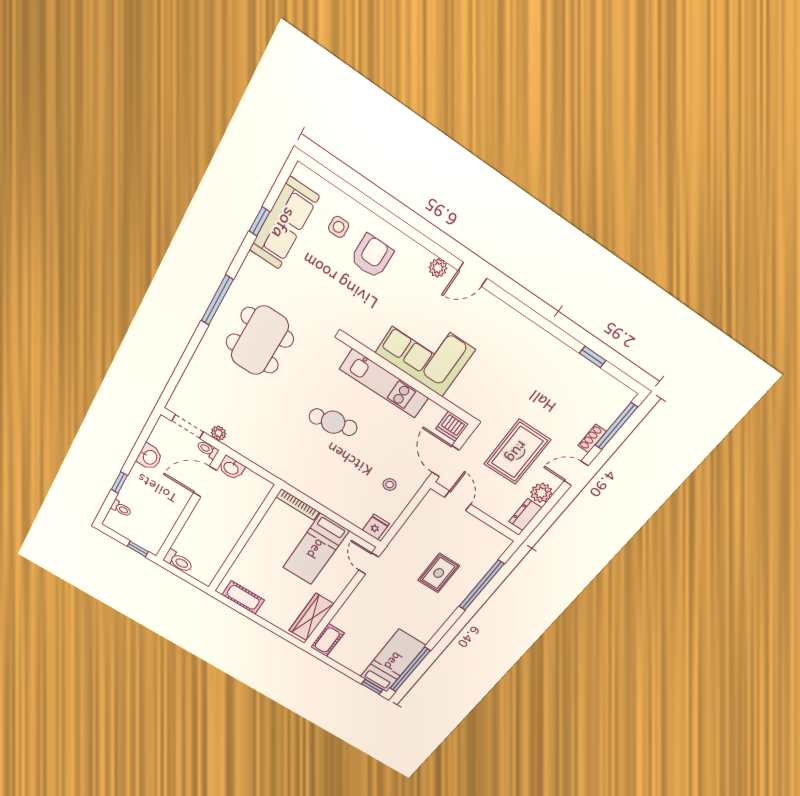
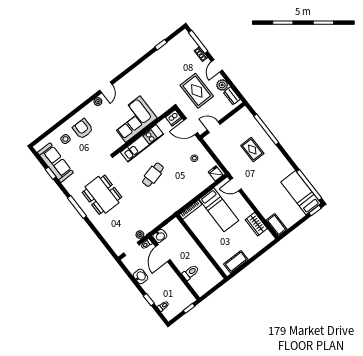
toilet: (178, 561) -> (191, 272), moved
wardrobe: (311, 617) -> (256, 224), width x0.67

